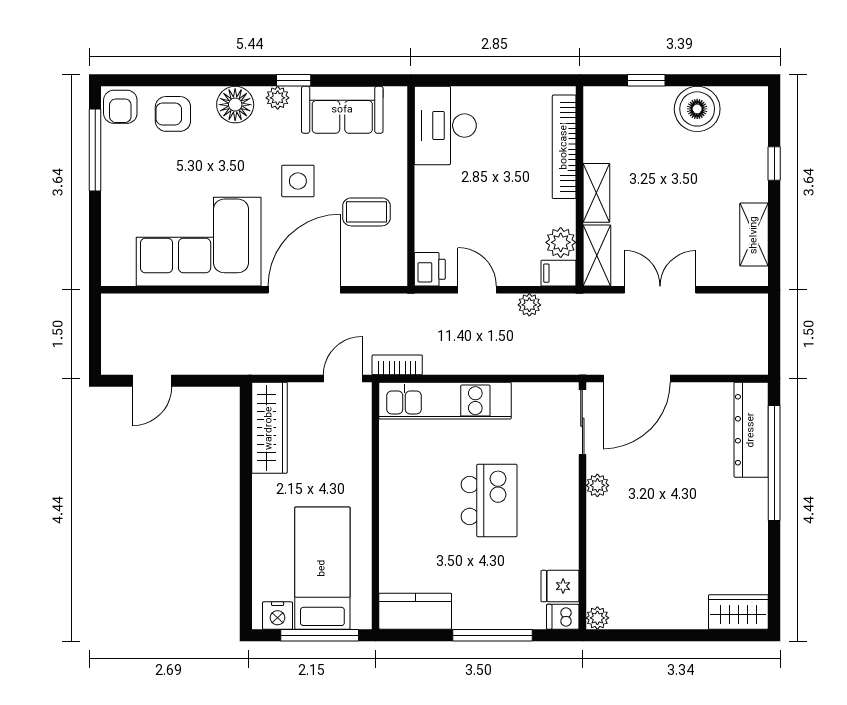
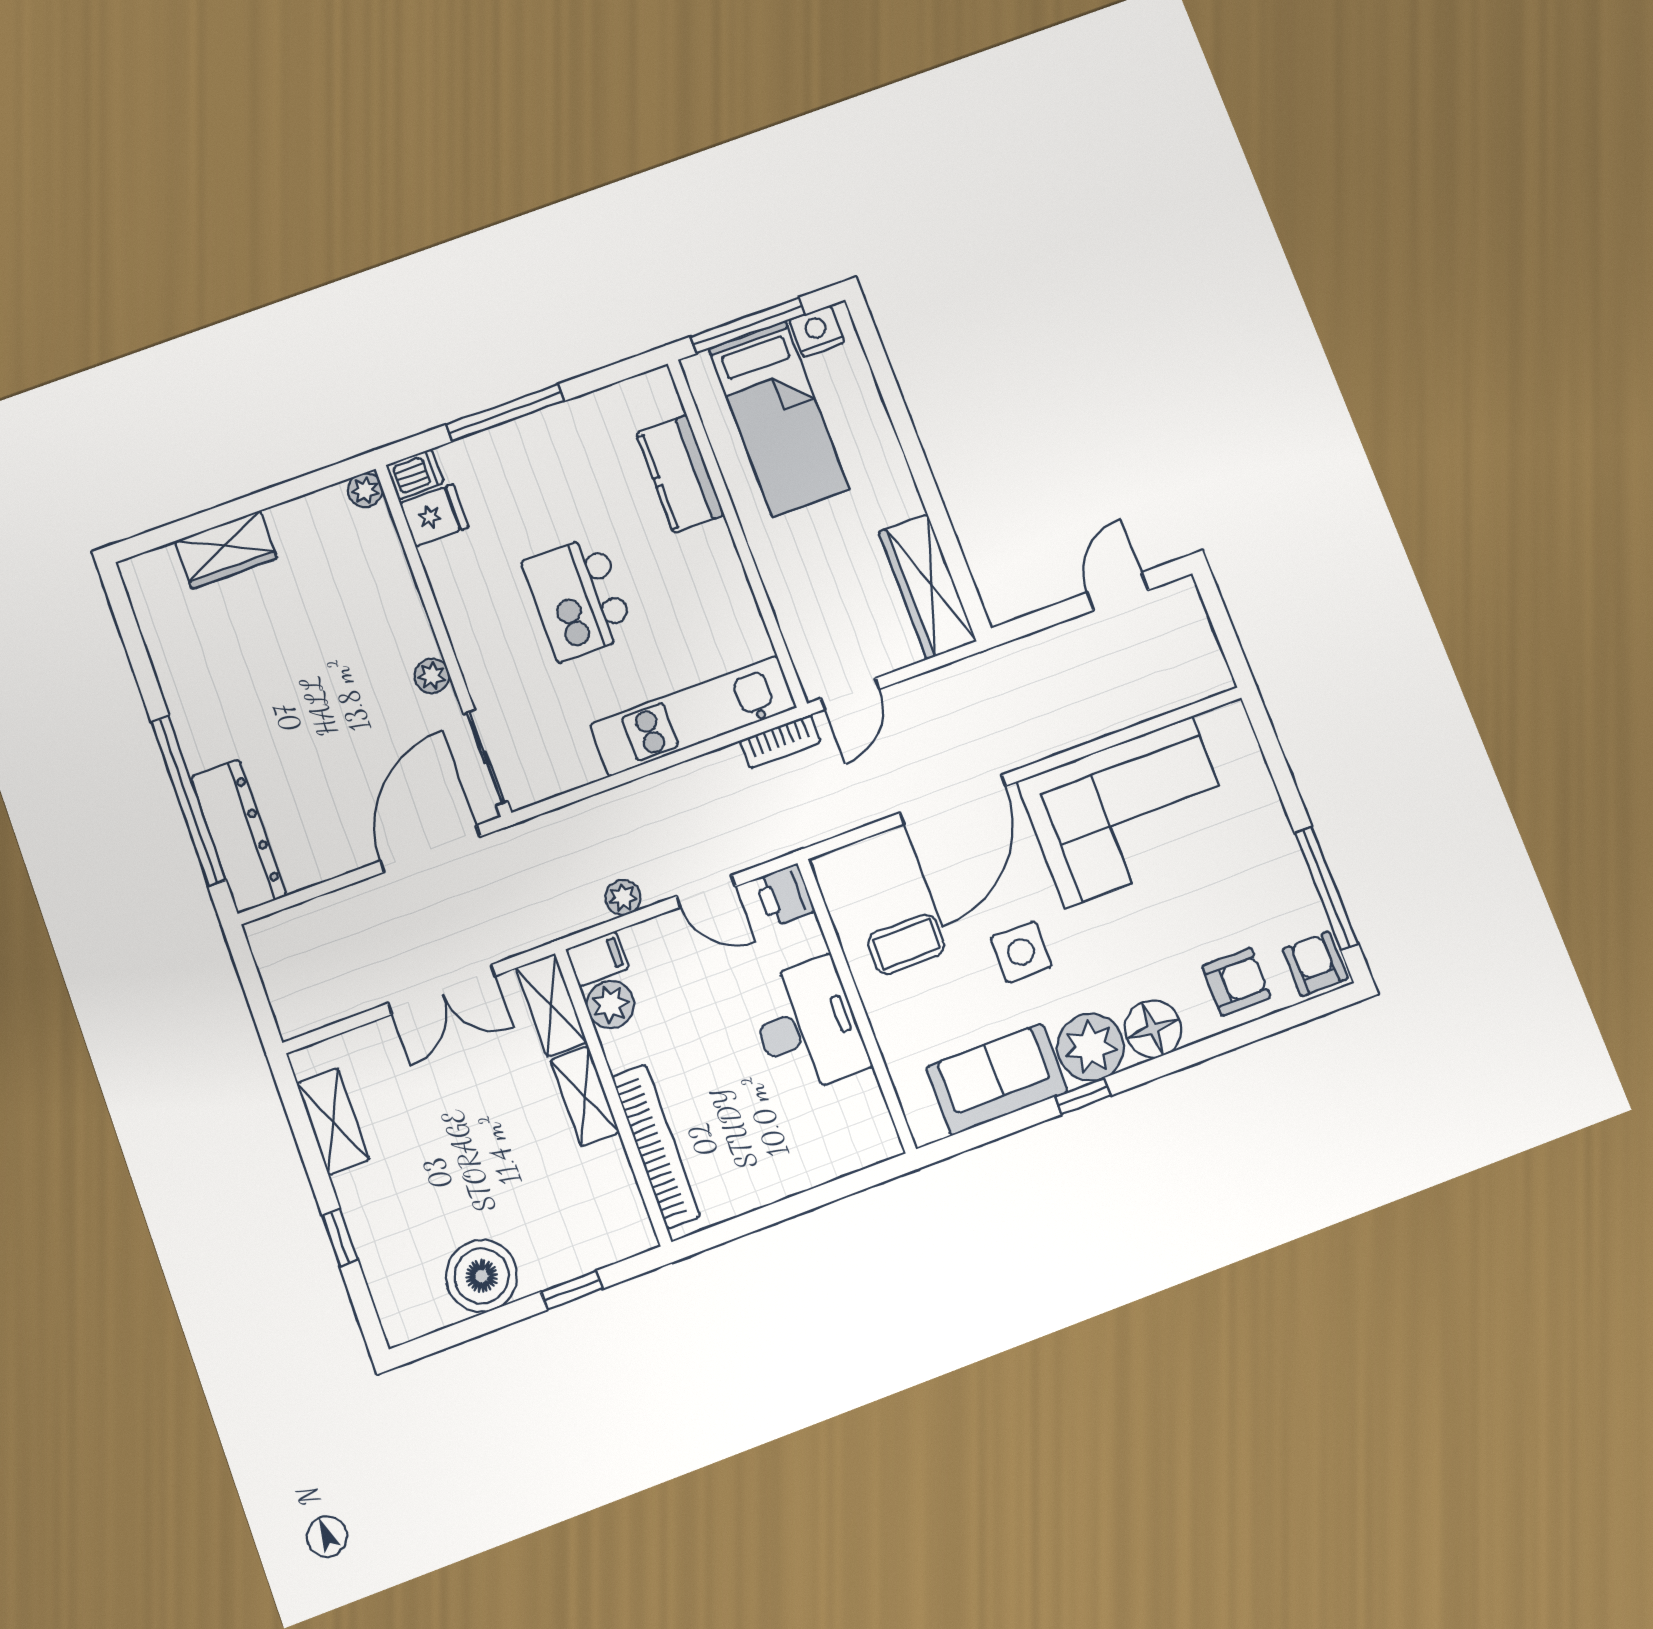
plant: (278, 98) -> (1091, 1047), width x1.88, depth x1.88
desk: (445, 126) -> (808, 1026), moved
kitchen counter: (415, 611) -> (680, 474), moved, turned 90
wardrobe: (738, 612) -> (226, 550), moved

